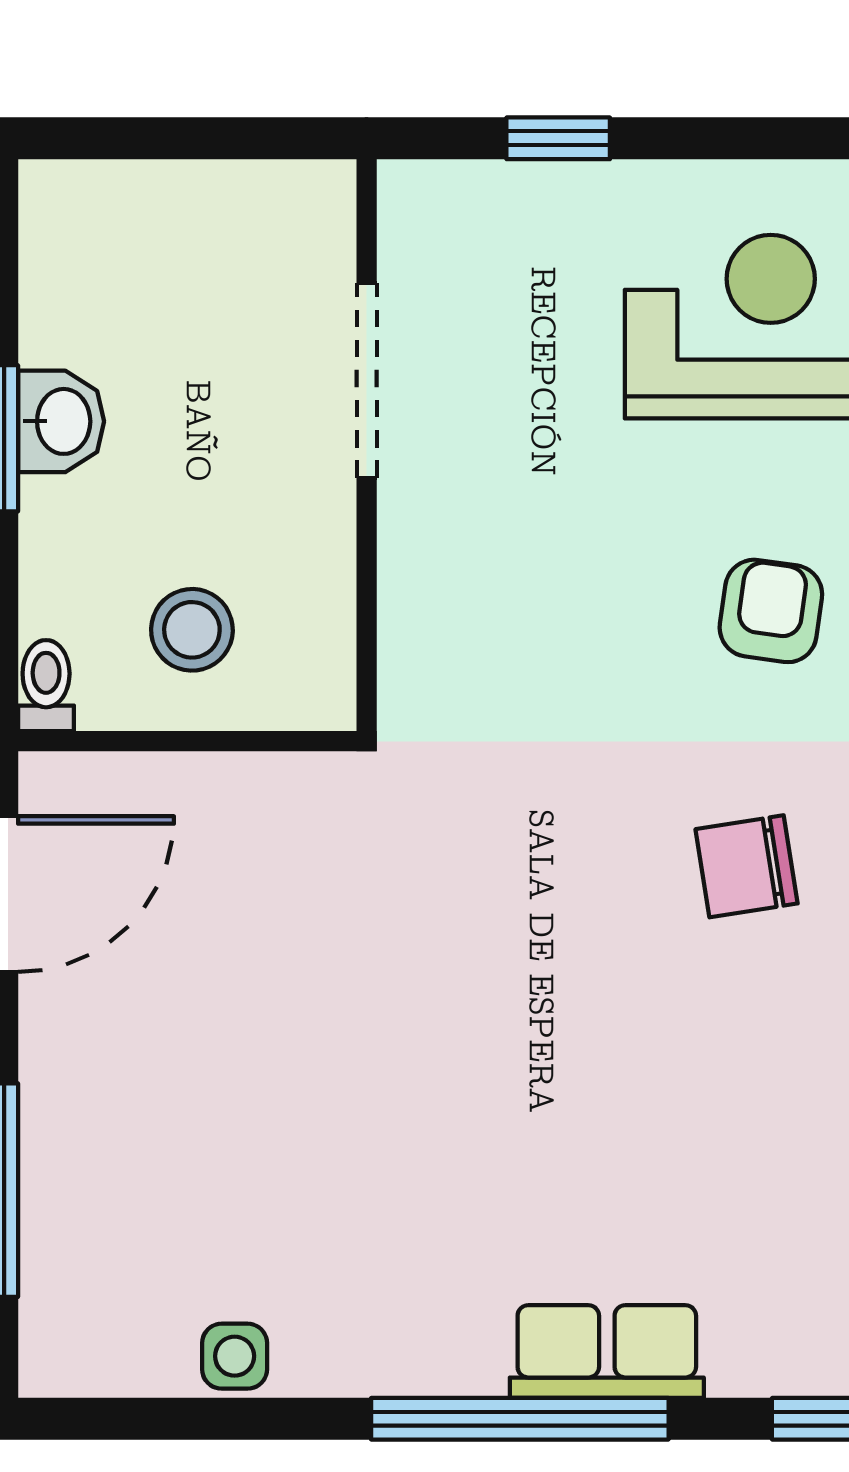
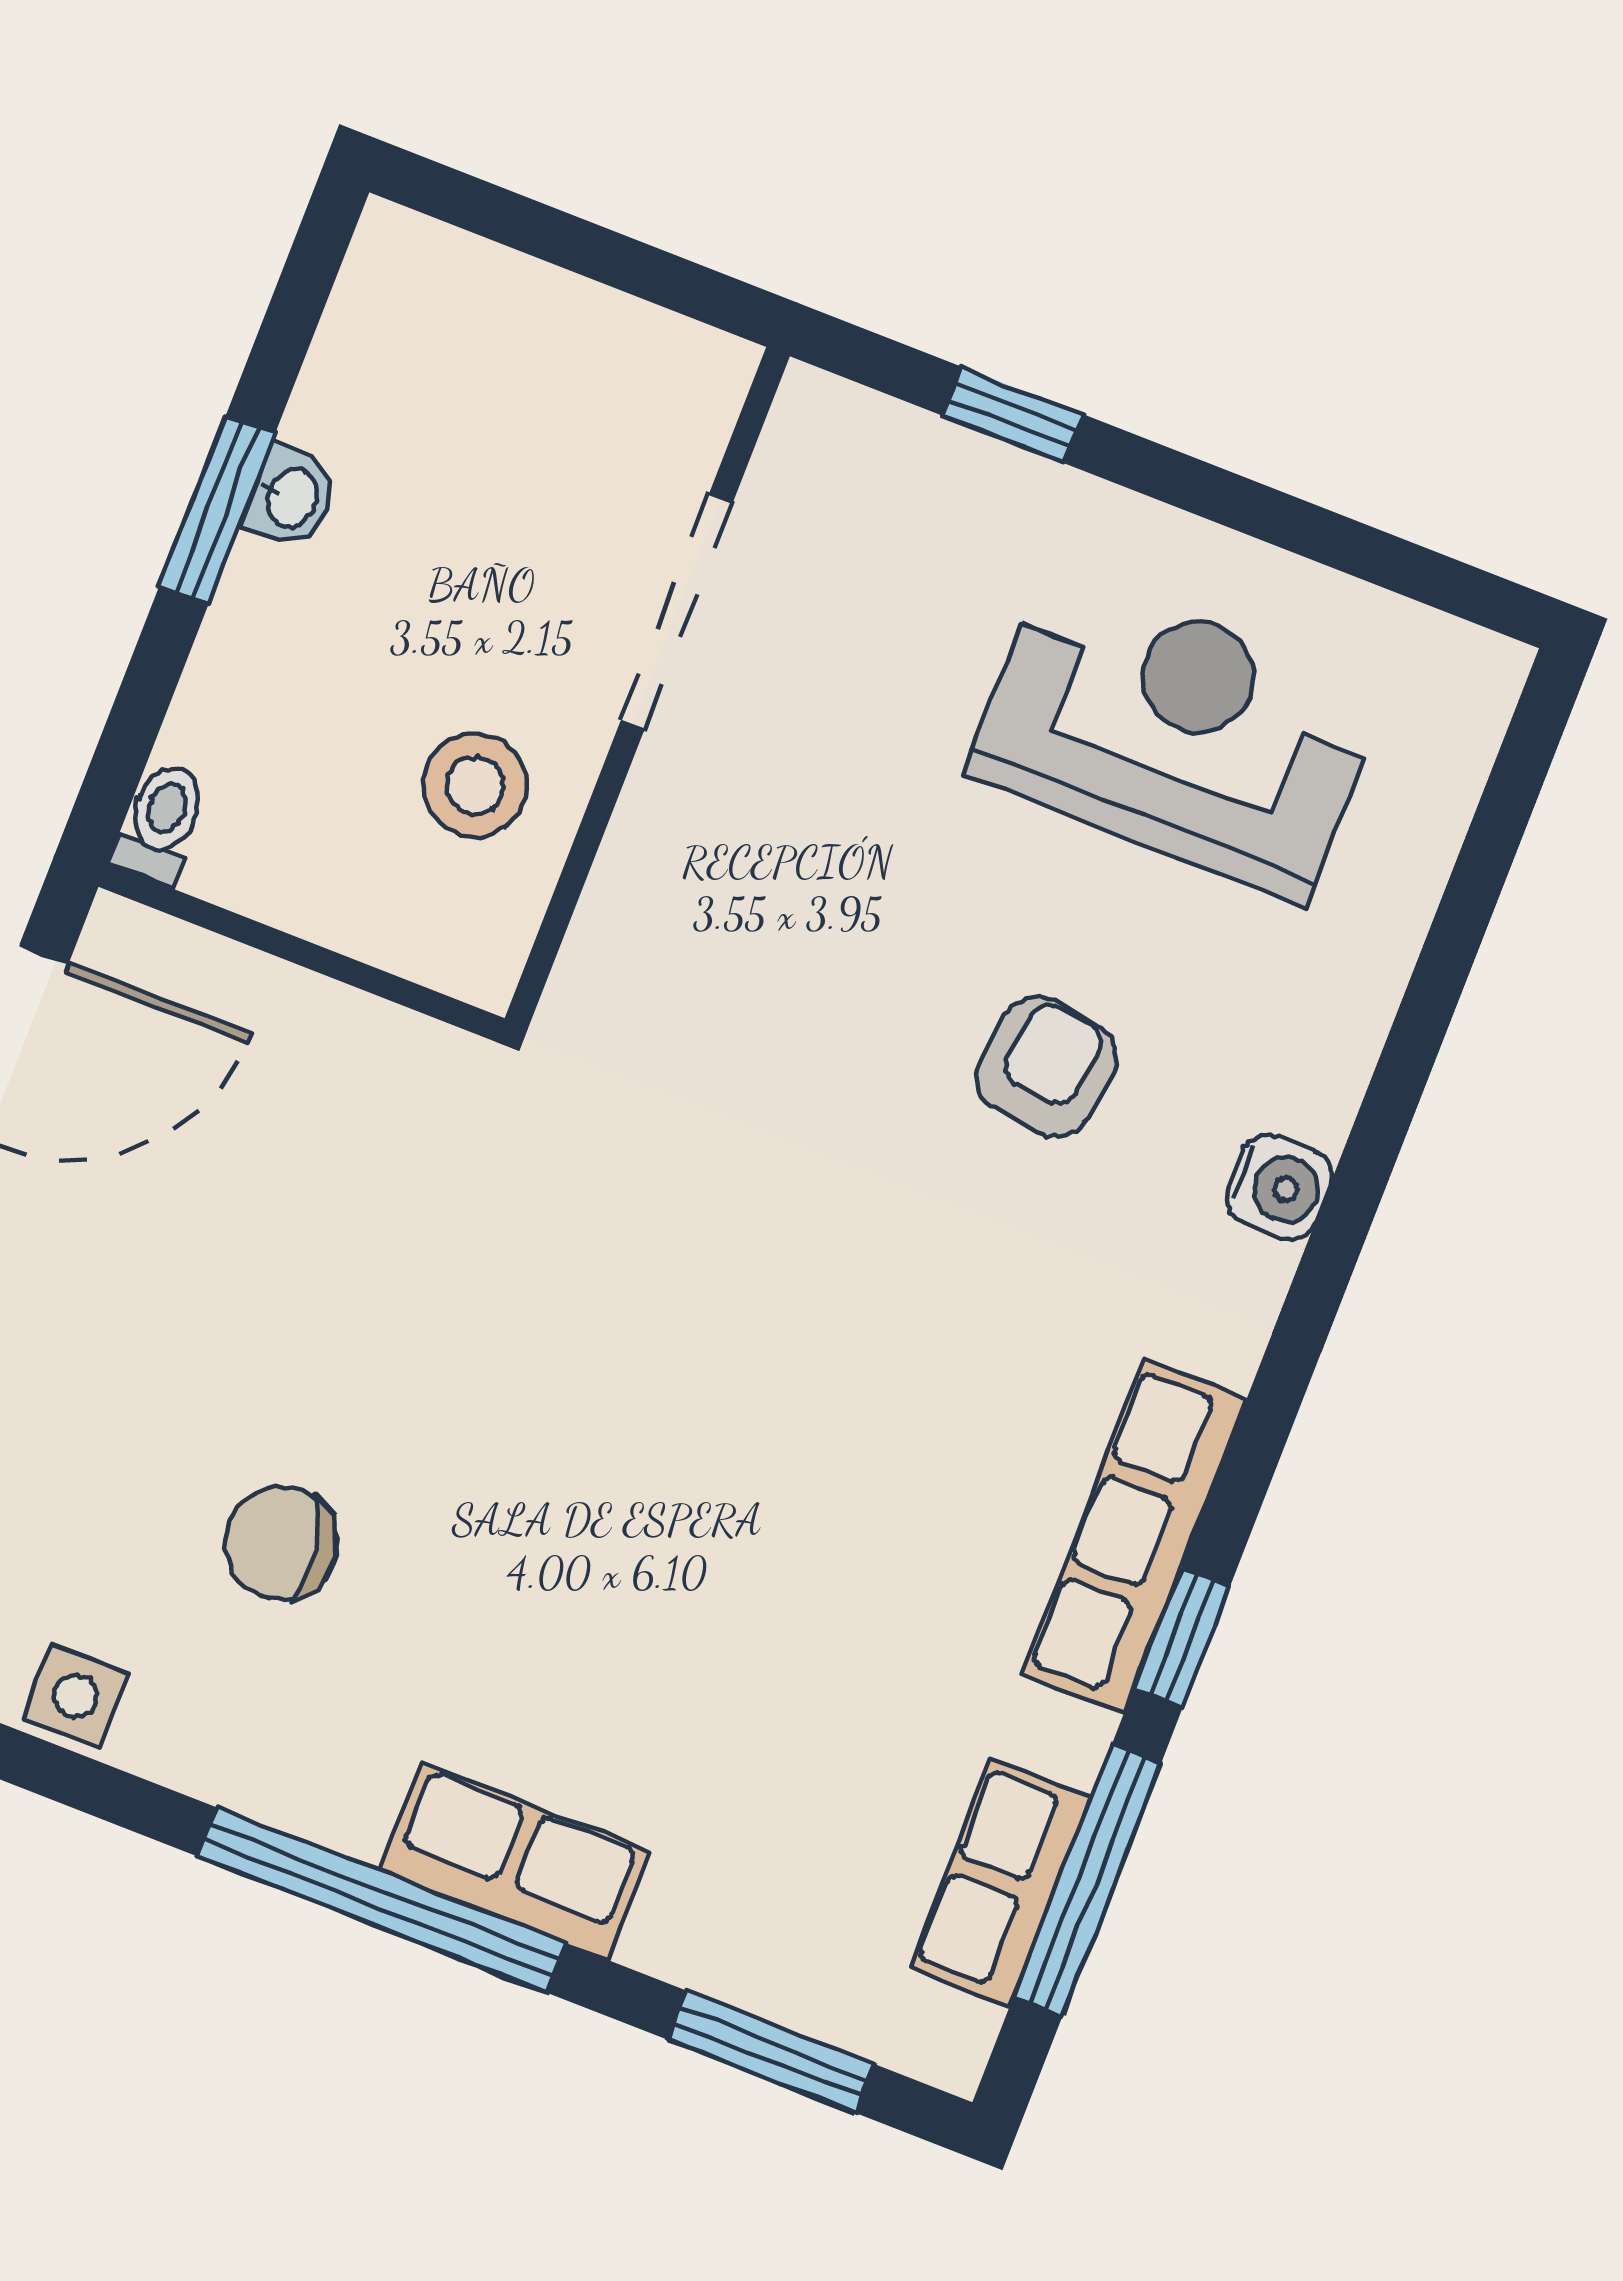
washbasin: (61, 421) -> (290, 497), width x0.72, depth x0.69
stool: (192, 630) -> (475, 785), moved
chair: (747, 866) -> (281, 1543), moved

